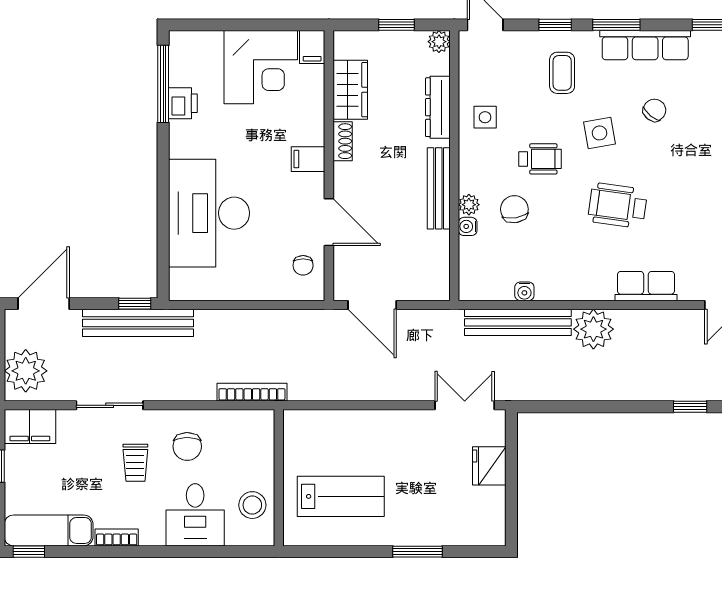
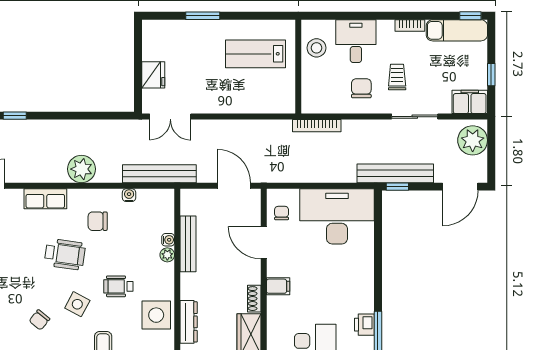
side table: (485, 117) -> (156, 315), width x1.87, depth x1.87
side table: (599, 133) -> (77, 304), turned 38
bench: (439, 188) -> (188, 244), moved
chair: (514, 209) -> (98, 221), moved, turned 99
desk: (209, 213) -> (337, 216), moved, turned -90
bench: (518, 322) -> (159, 174), moved

